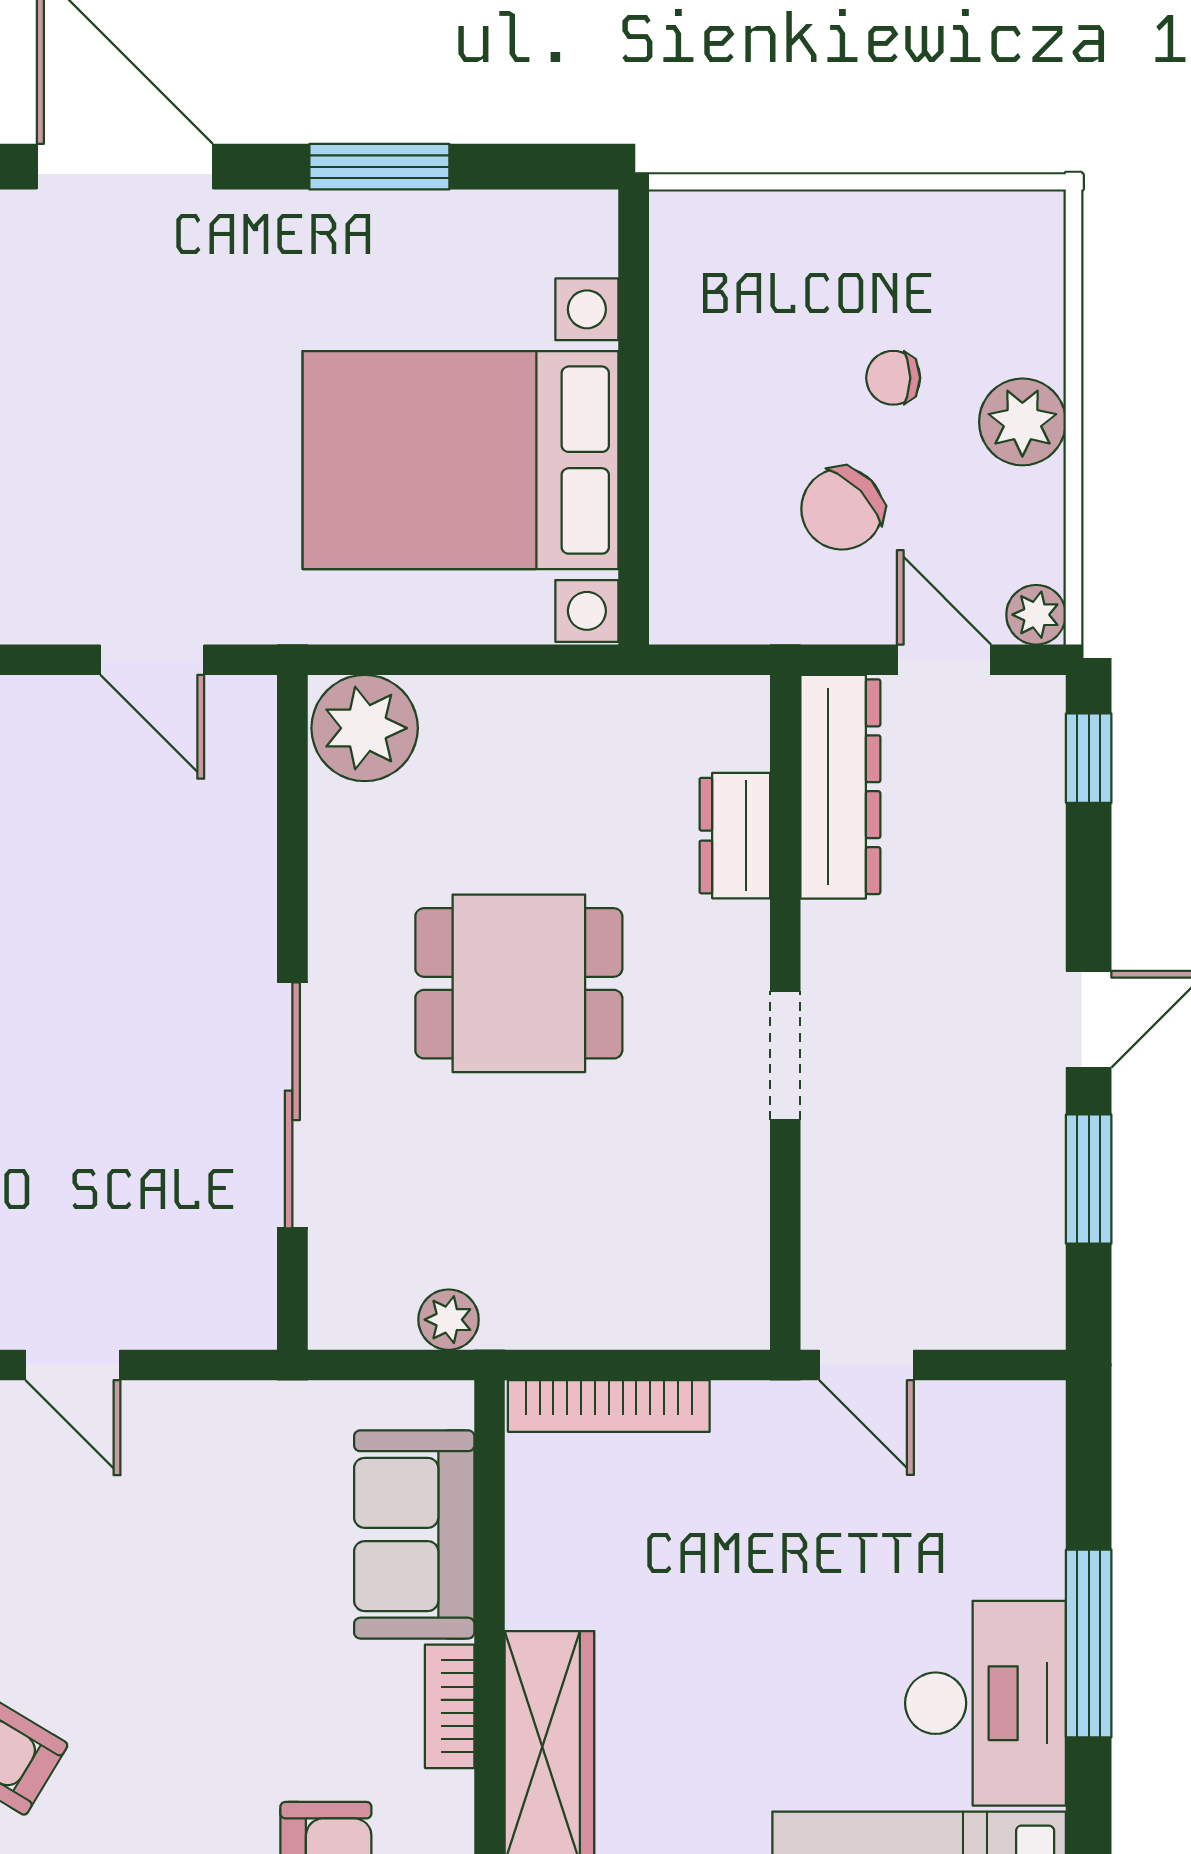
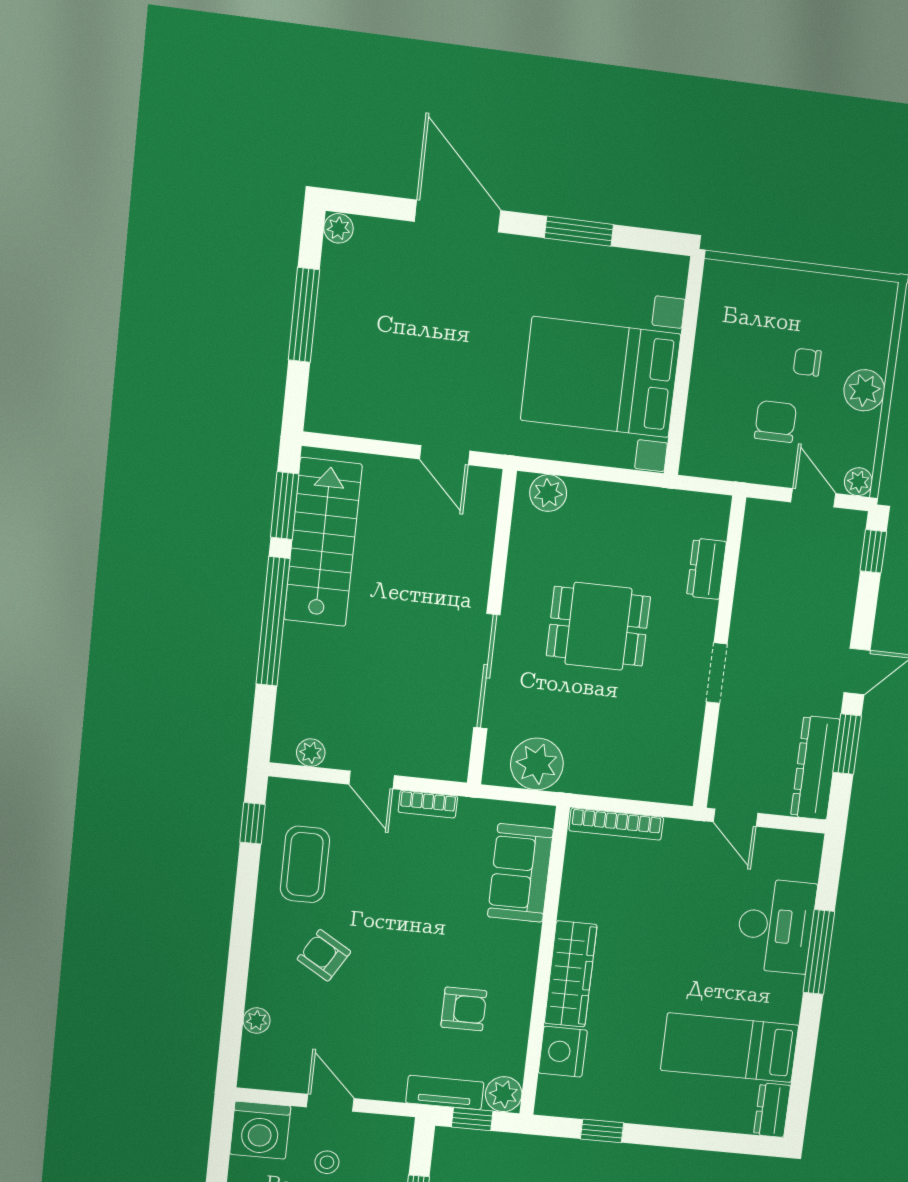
chair: (842, 509) -> (775, 421), turned 134
plant: (365, 728) -> (548, 493), width x0.73, depth x0.73
dresser: (840, 787) -> (815, 768), moved, turned 180
plant: (449, 1320) -> (537, 764), width x1.88, depth x1.88
desk: (985, 1703) -> (776, 926), moved
bookcase: (450, 1706) -> (428, 804), moved, turned -90

